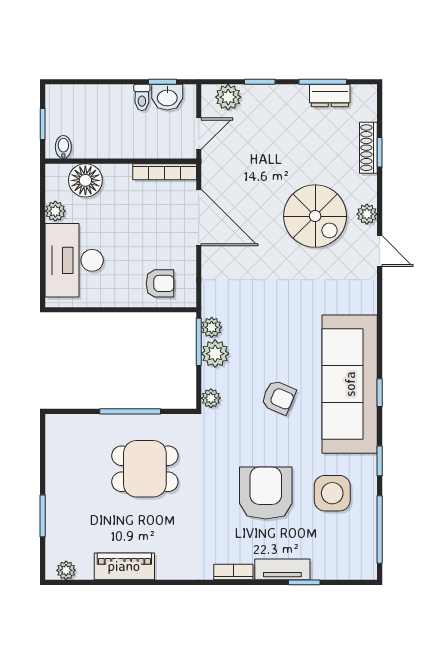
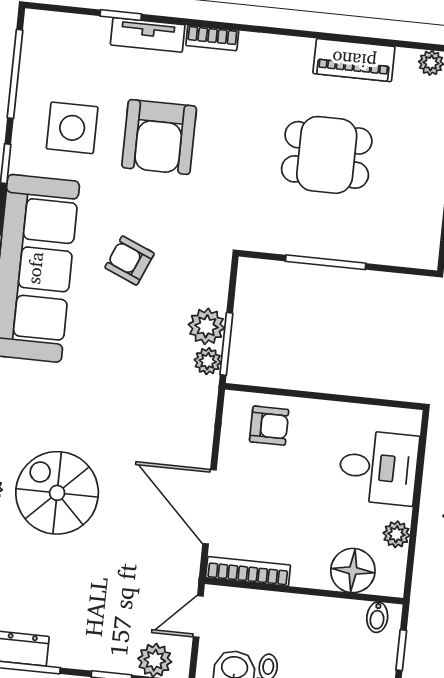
desk: (74, 260) -> (378, 467), width x0.73
armchair: (160, 283) -> (269, 426), turned 180
plant: (211, 398) -> (218, 269), removed
dining table: (145, 469) -> (327, 155), moved

